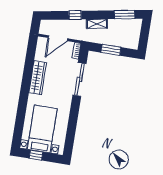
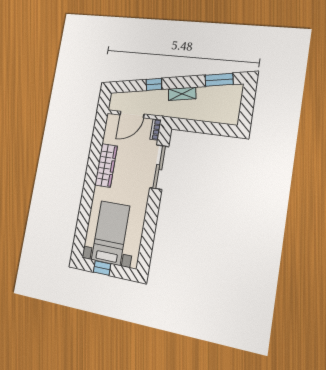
window: (111, 50) -> (201, 127), removed

